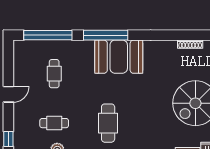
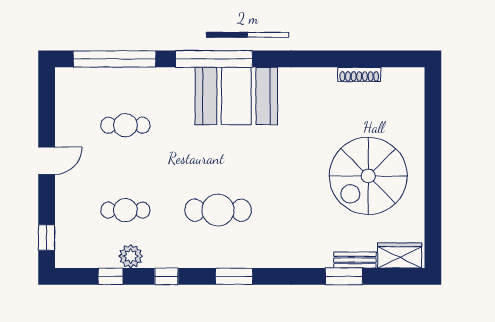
cafe table: (54, 74) -> (125, 125), turned 90
cafe table: (108, 123) -> (218, 210), turned 90

